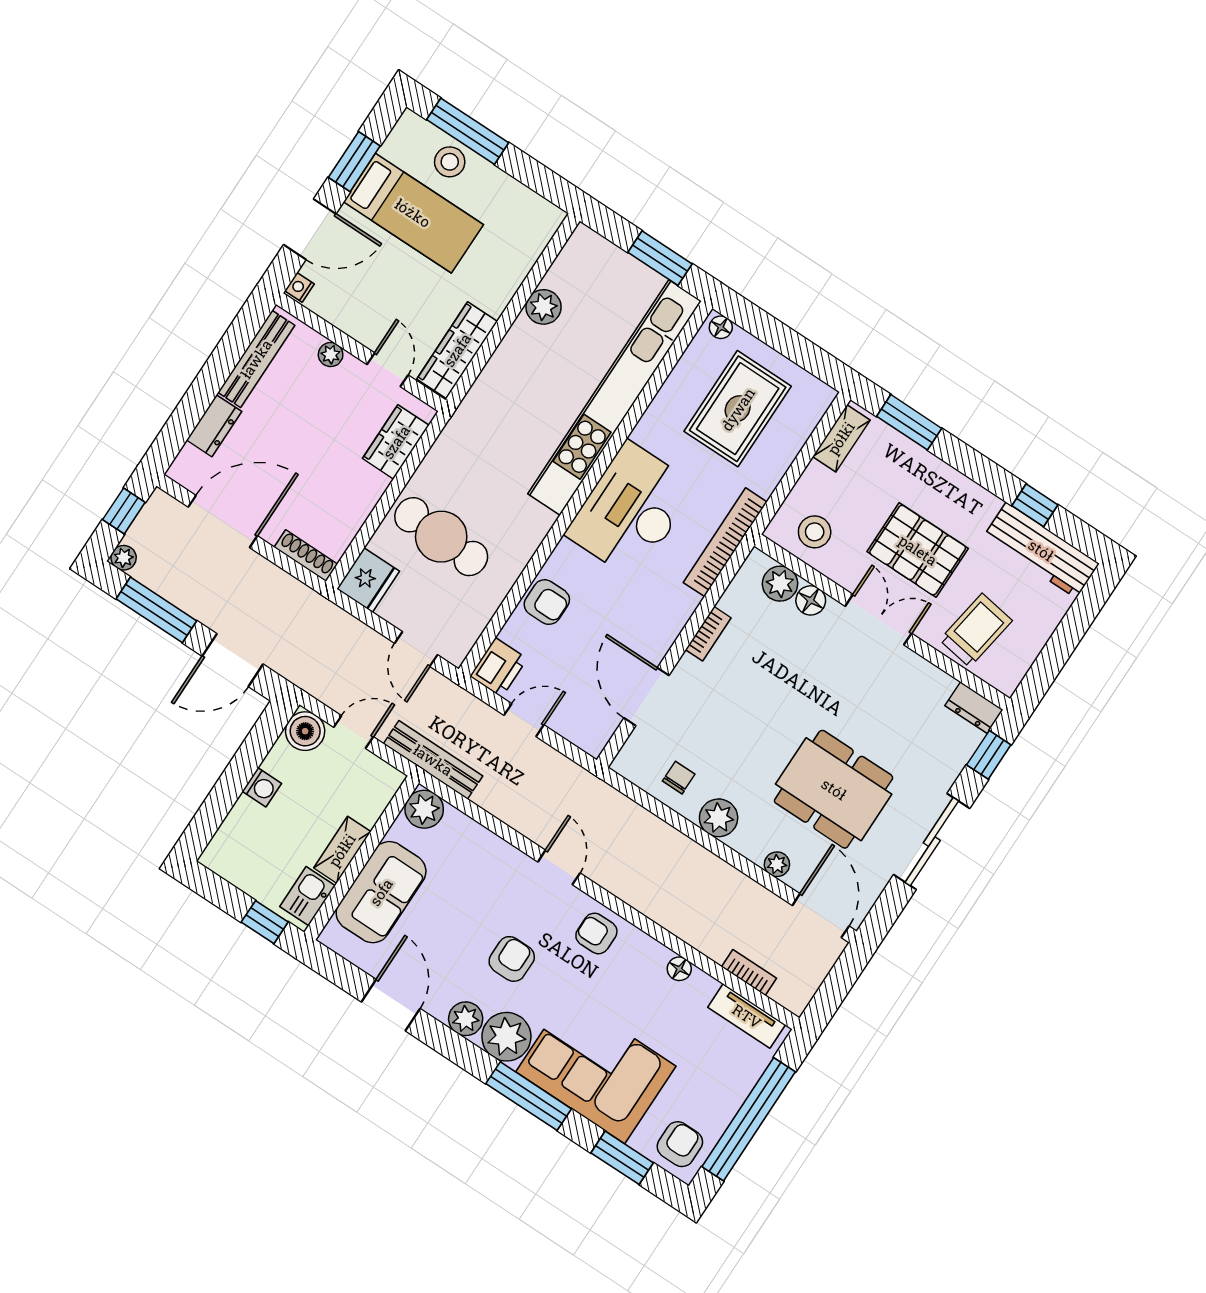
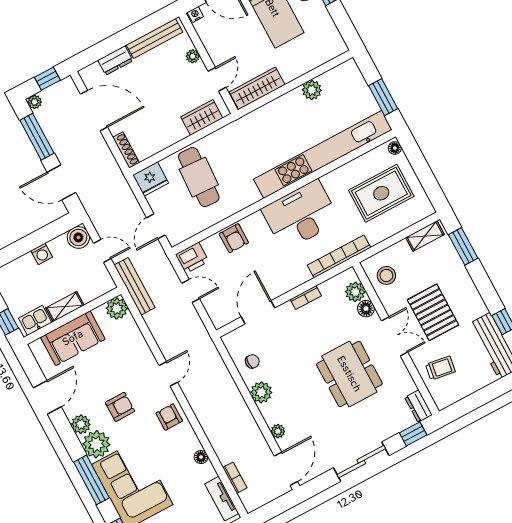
trolley: (976, 630) -> (440, 368), width x0.73, depth x0.72
dining table: (834, 789) -> (349, 374), moved

